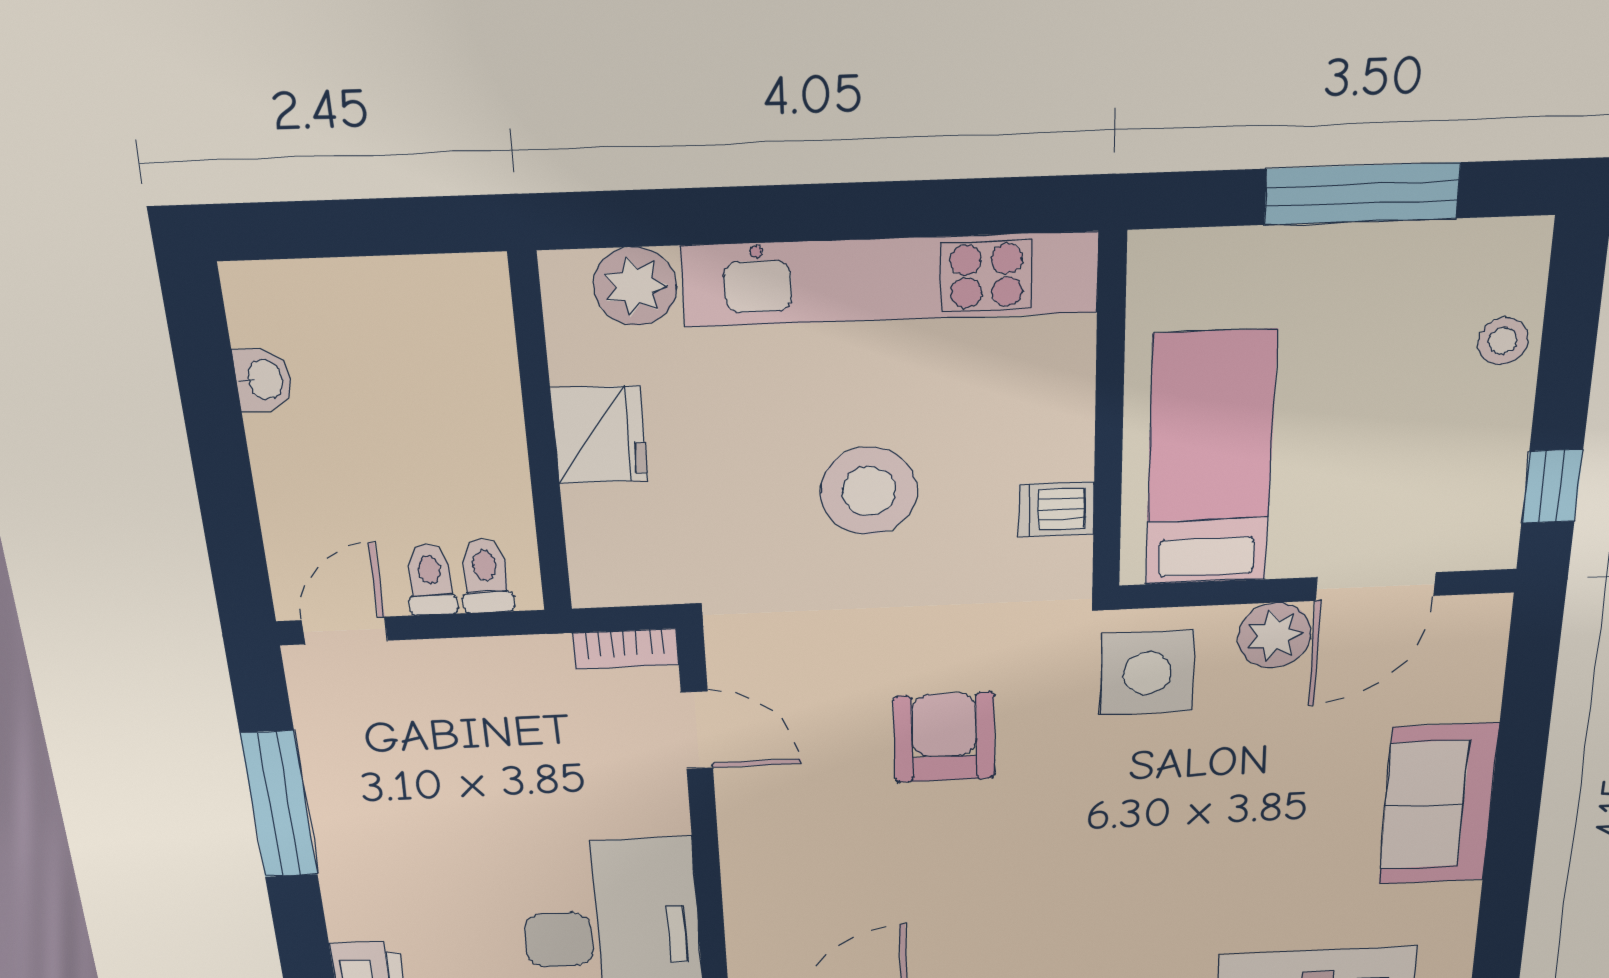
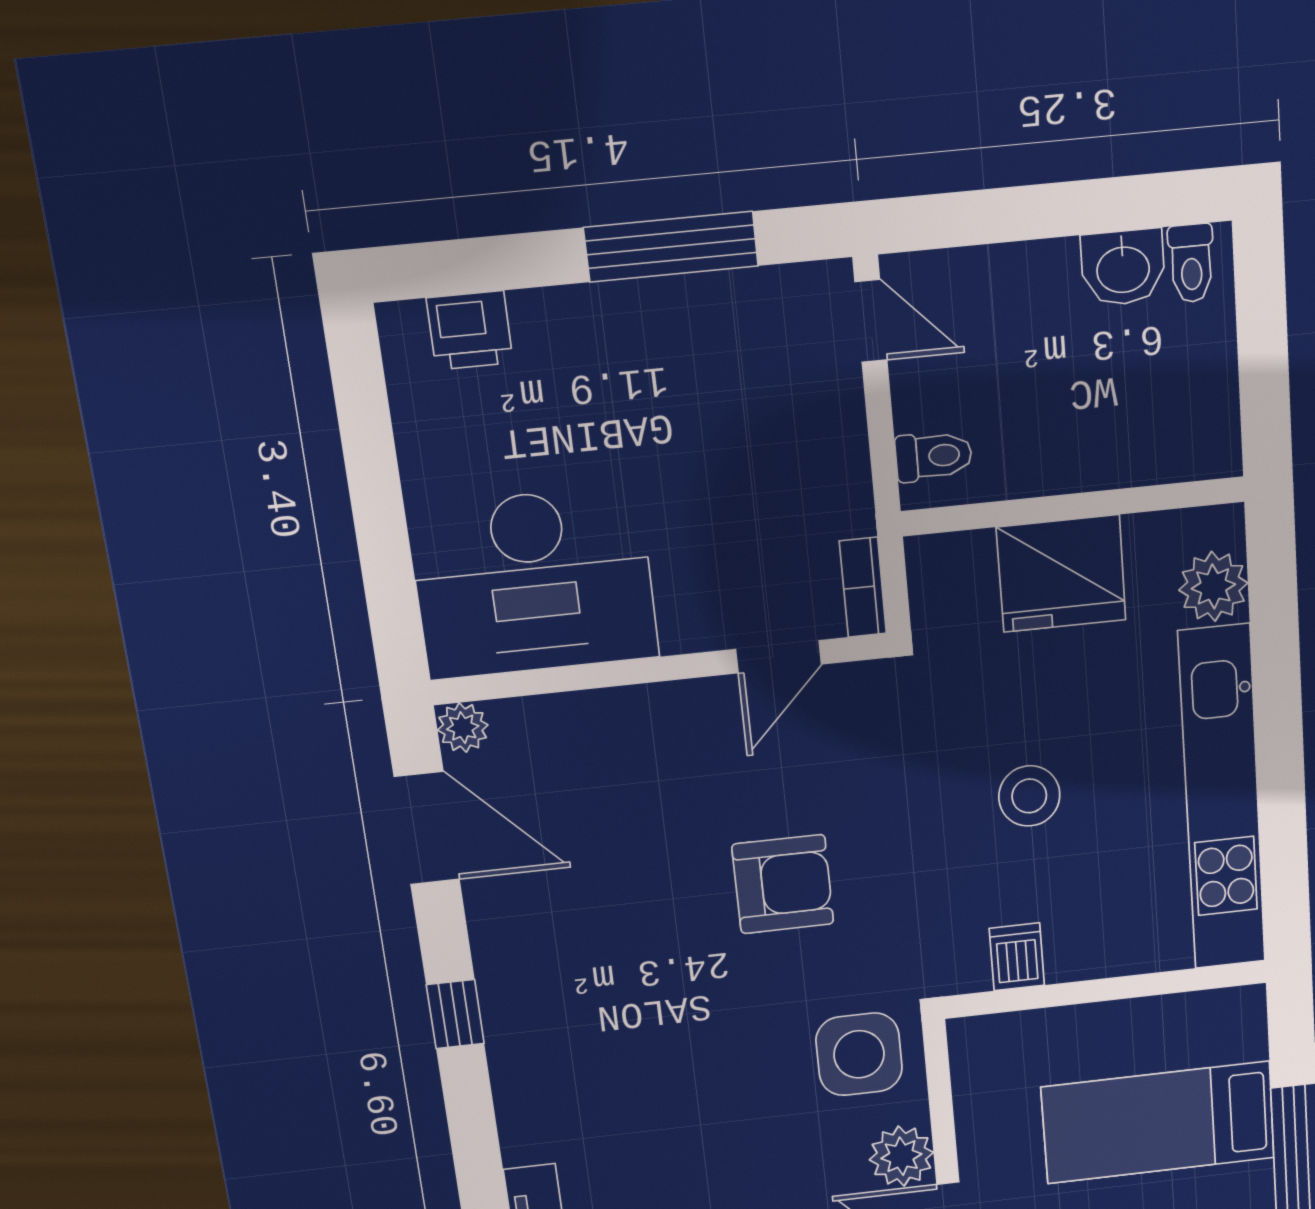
washbasin: (264, 380) -> (1123, 268), width x1.38, depth x1.45
fridge: (599, 435) -> (1061, 574), width x1.36, depth x1.34
bed: (1210, 460) -> (1158, 1123), moved, turned 180
stool: (869, 491) -> (1029, 796), width x0.73, depth x0.73
toilet: (430, 580) -> (1191, 263), moved, turned 90

